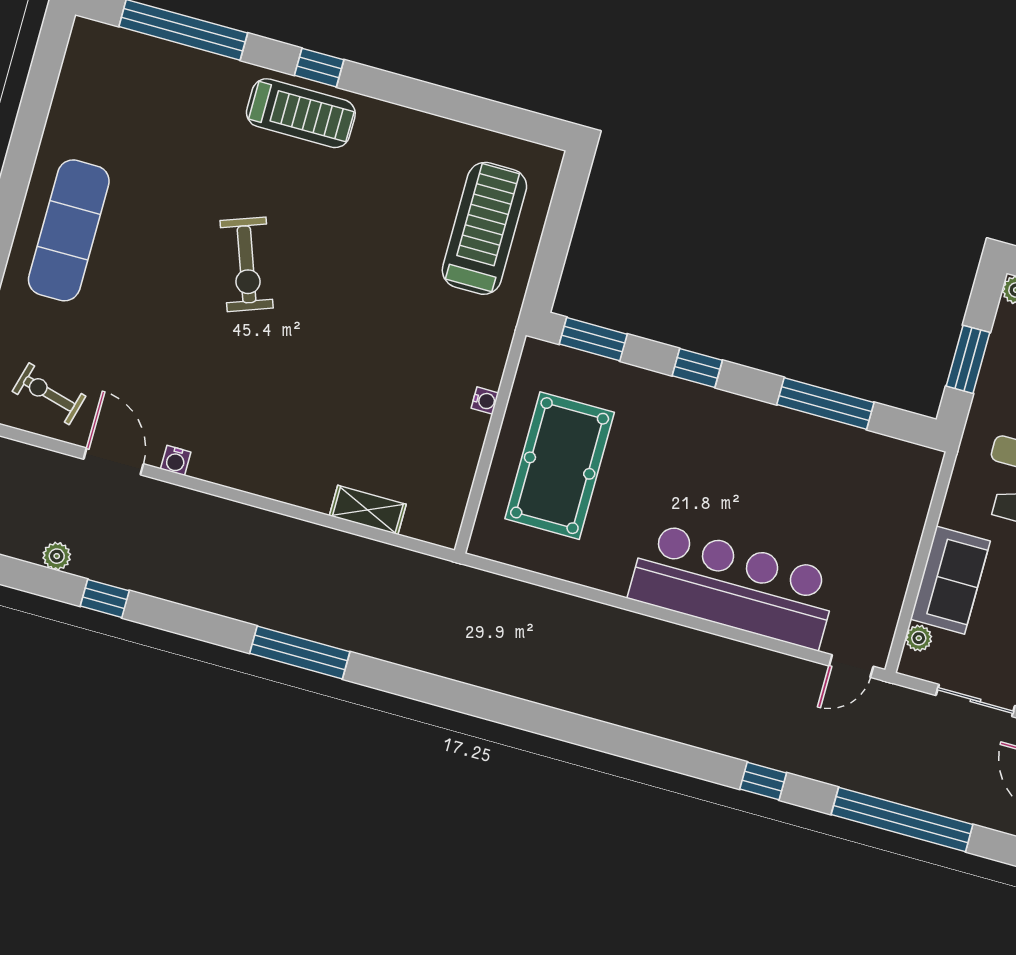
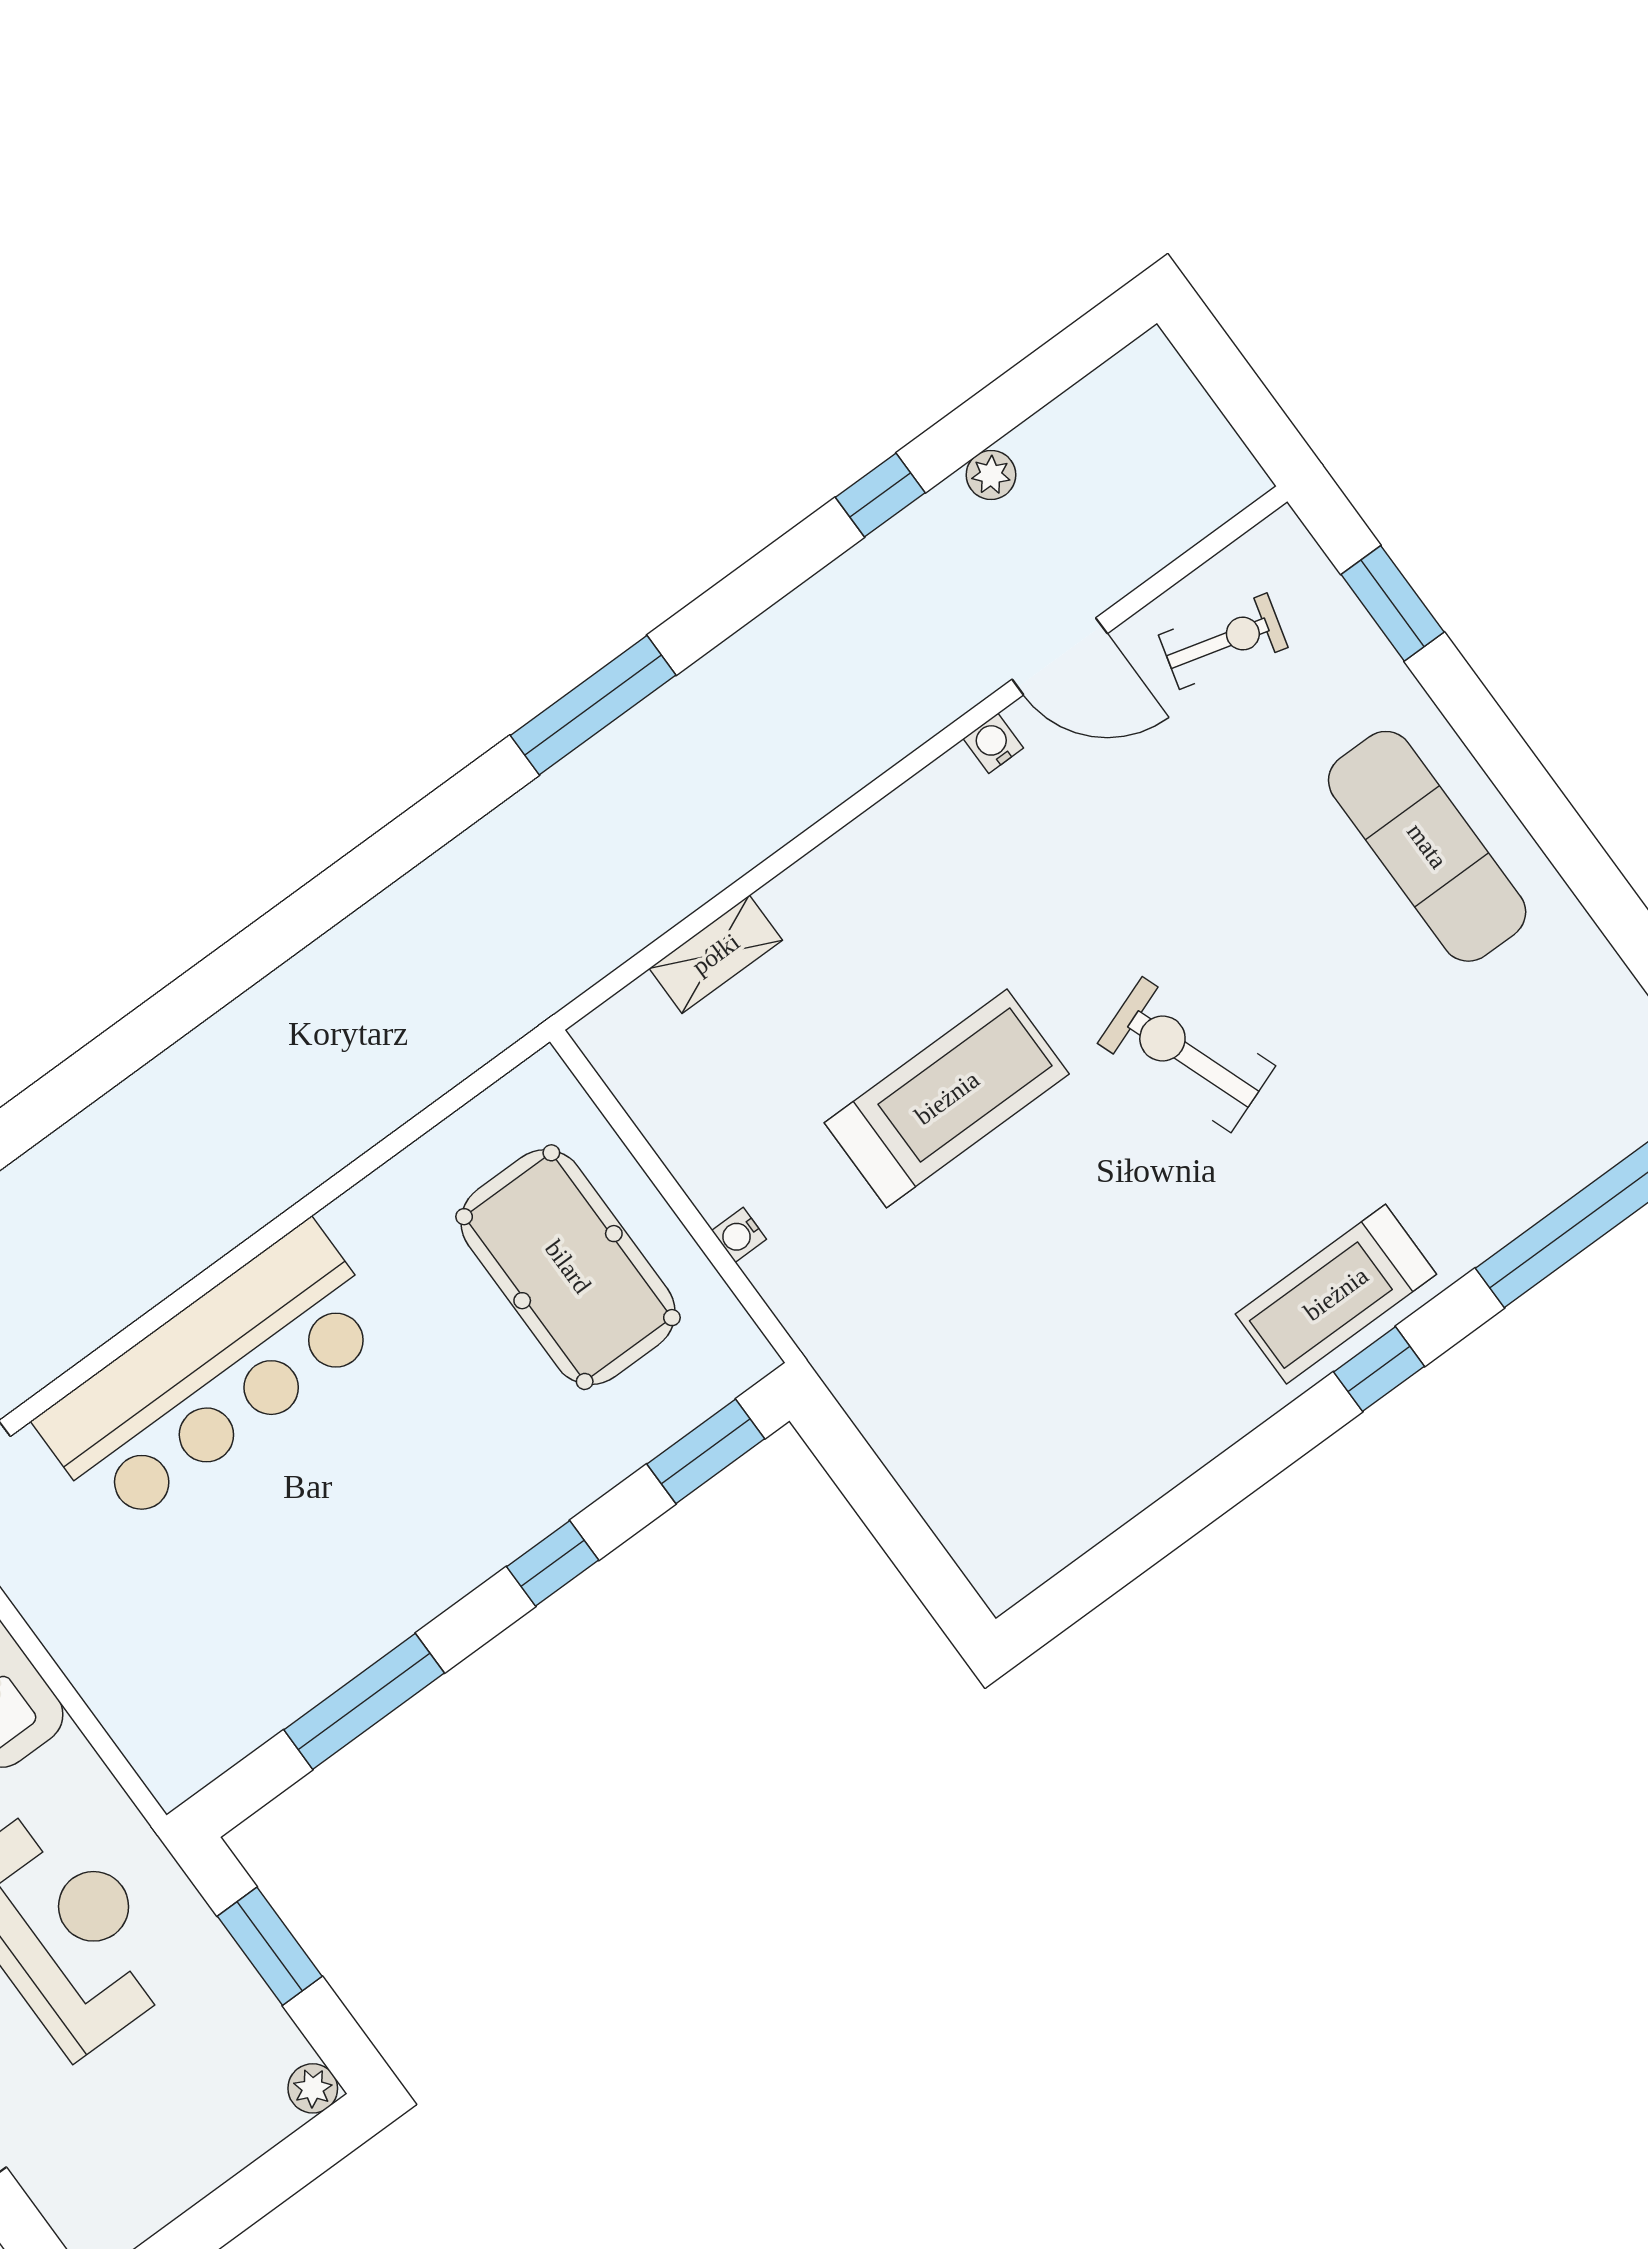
treadmill: (484, 228) -> (947, 1098), moved, turned -90

